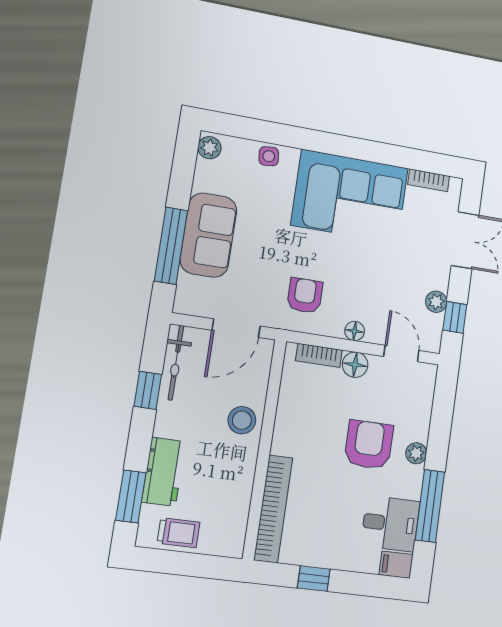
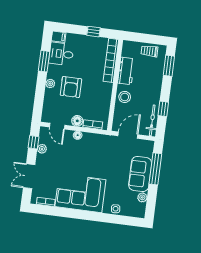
plant: (209, 148) -> (142, 197), moved
armchair: (305, 296) -> (99, 150), removed
workbench: (164, 472) -> (126, 71), moved, turned 180
window: (430, 506) -> (44, 61), width x0.69

